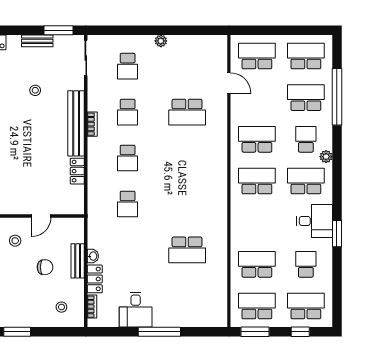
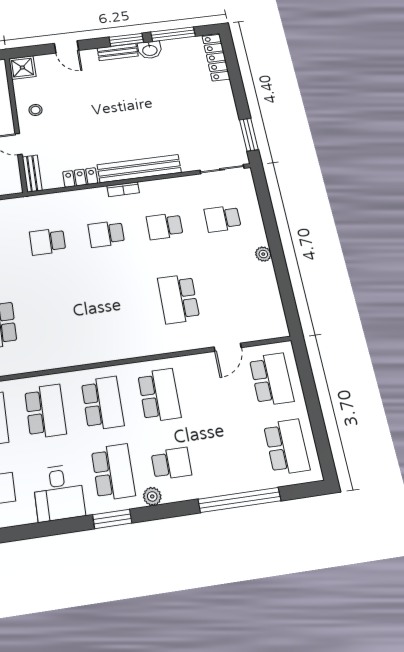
bench: (37, 41) -> (32, 174), moved
stool: (35, 90) -> (36, 110), moved
school desk: (306, 98) -> (45, 411), moved
bookcase: (92, 124) -> (123, 189), moved
window: (337, 234) -> (112, 519), moved

